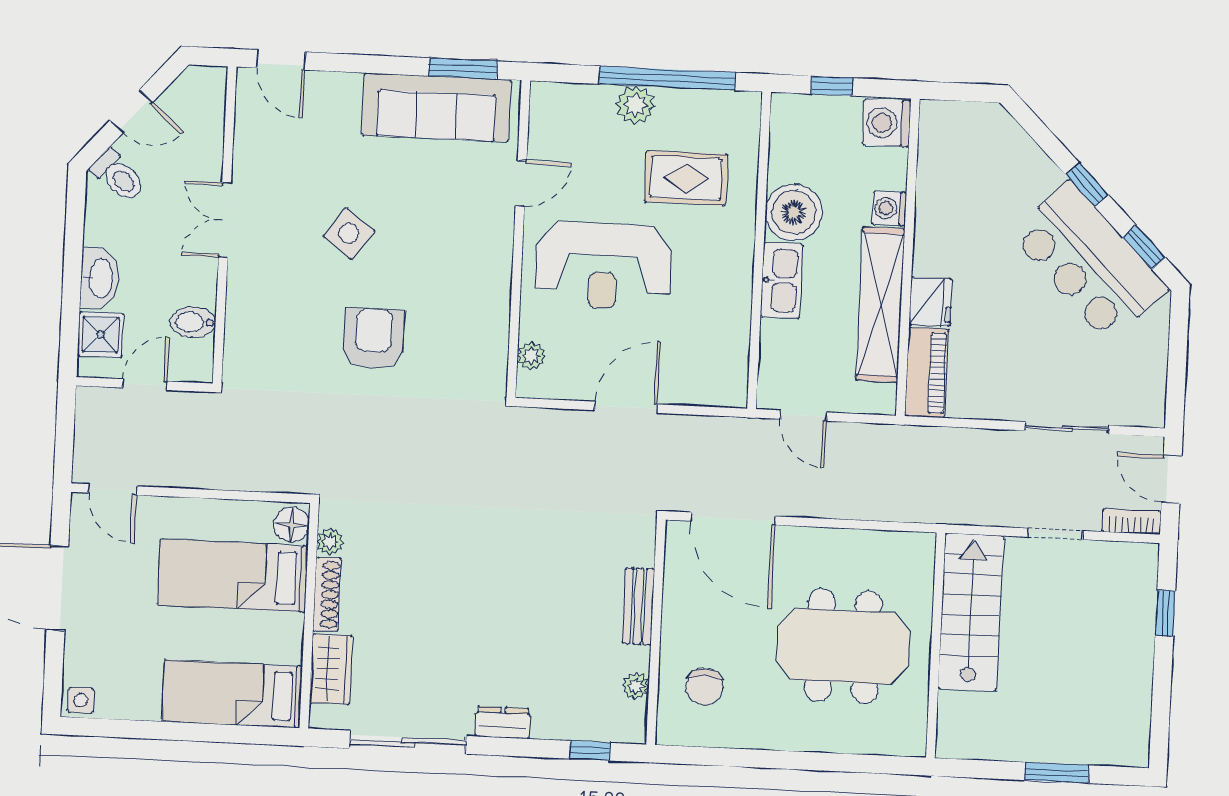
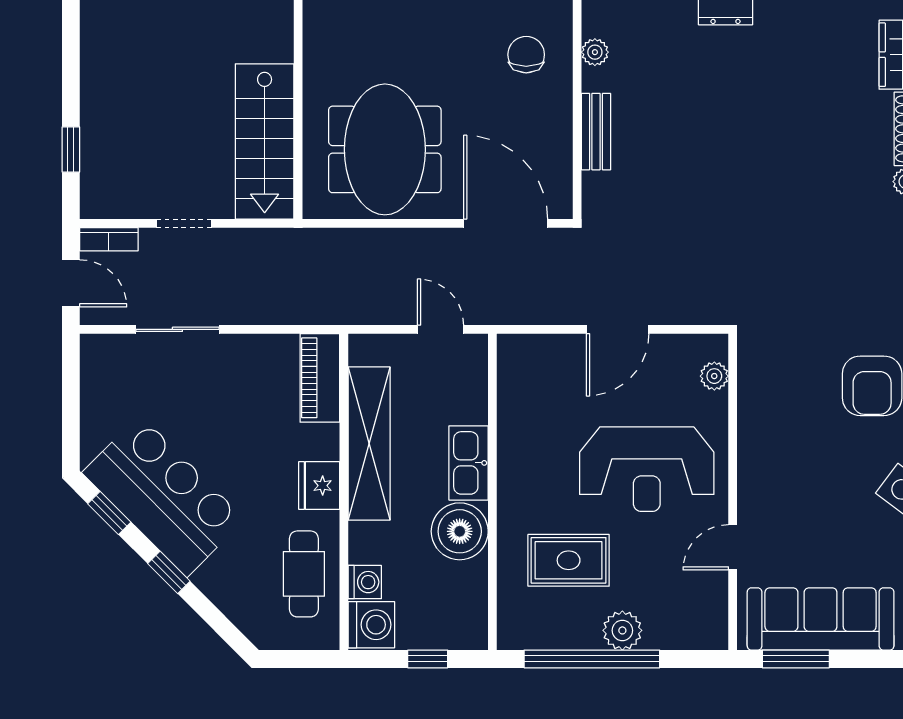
cafe table: (952, 177) -> (304, 574), added
washing machine: (889, 208) -> (365, 582), moved
reception desk: (603, 266) -> (647, 469), turned 180
fridge: (931, 302) -> (319, 486), moved
meeting table: (843, 646) -> (385, 149), moved, turned 90

